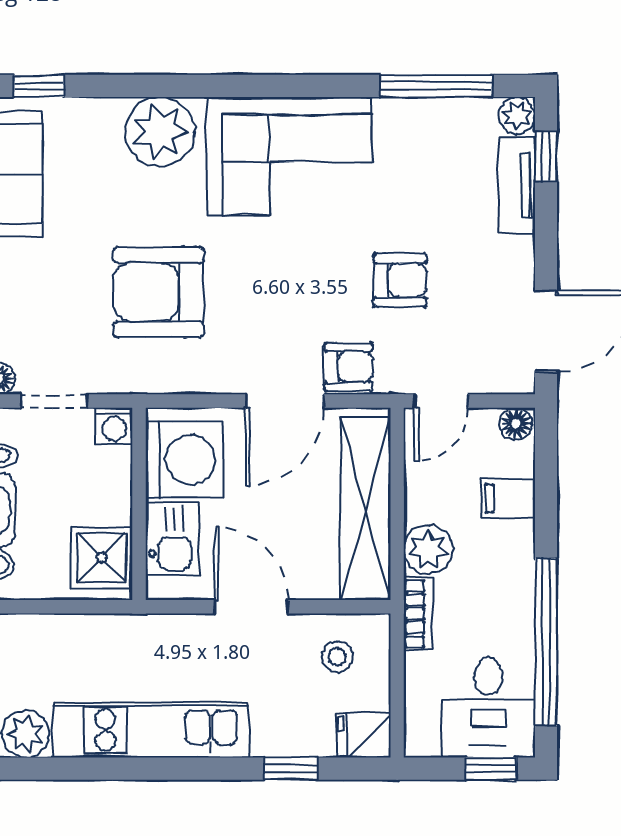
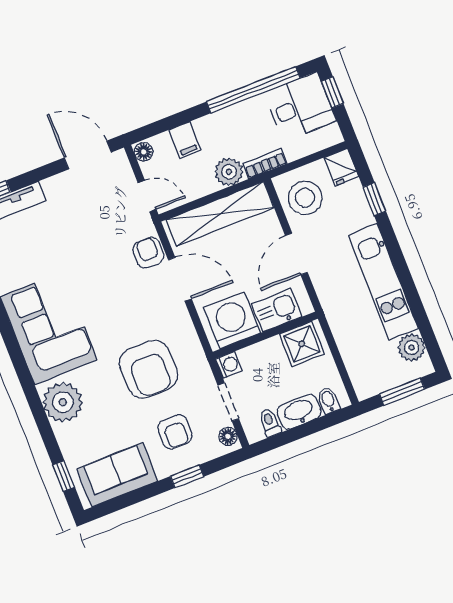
armchair: (400, 280) -> (175, 432), moved, turned 180
stool: (337, 657) -> (305, 198), width x1.89, depth x1.89

